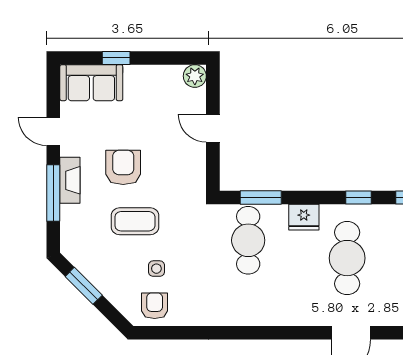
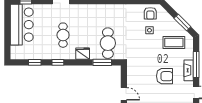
armchair: (123, 167) -> (164, 76), turned -90
coffee table: (135, 221) -> (174, 42), moved
cafe table: (347, 258) -> (63, 35), width x0.73, depth x0.74

